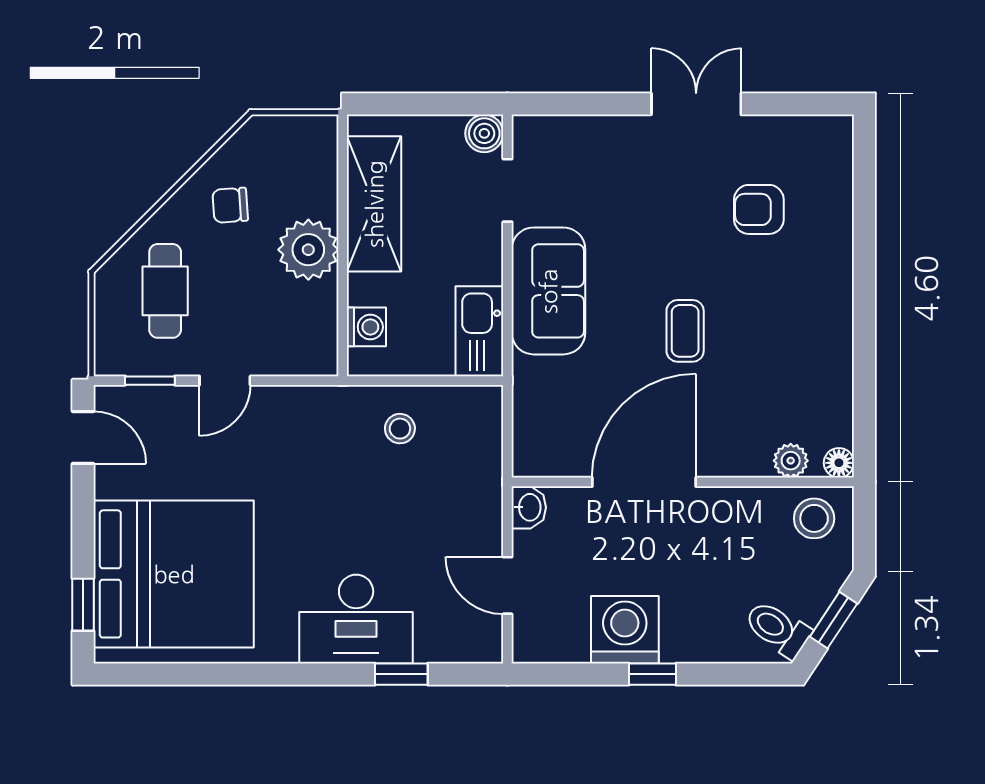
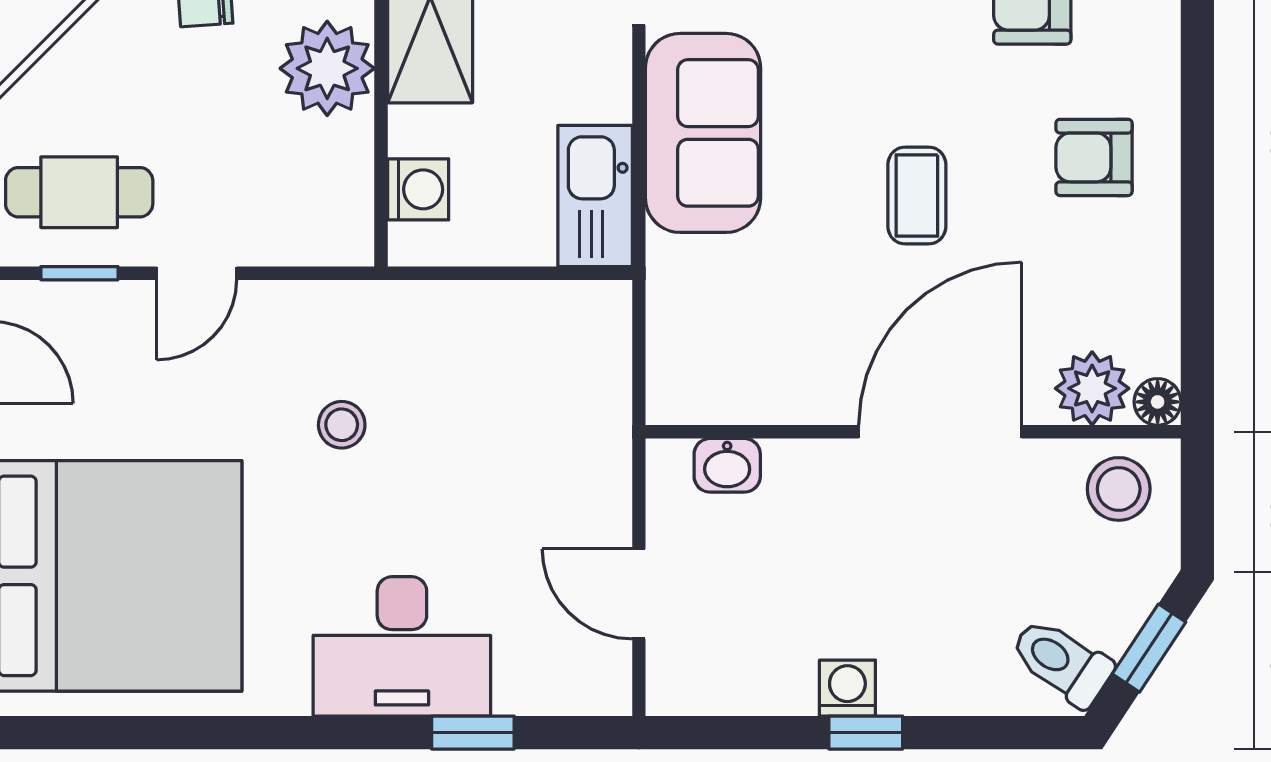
cafe table: (165, 291) -> (79, 192), moved, turned 90
armchair: (798, 307) -> (1094, 157), added
stool: (400, 429) -> (342, 425), moved
plant: (791, 461) -> (1092, 388), width x1.38, depth x1.38
door: (644, 482) -> (940, 432), moved
washbasin: (529, 507) -> (727, 465), moved, turned 90
washing machine: (625, 630) -> (847, 688), width x0.53, depth x0.53

